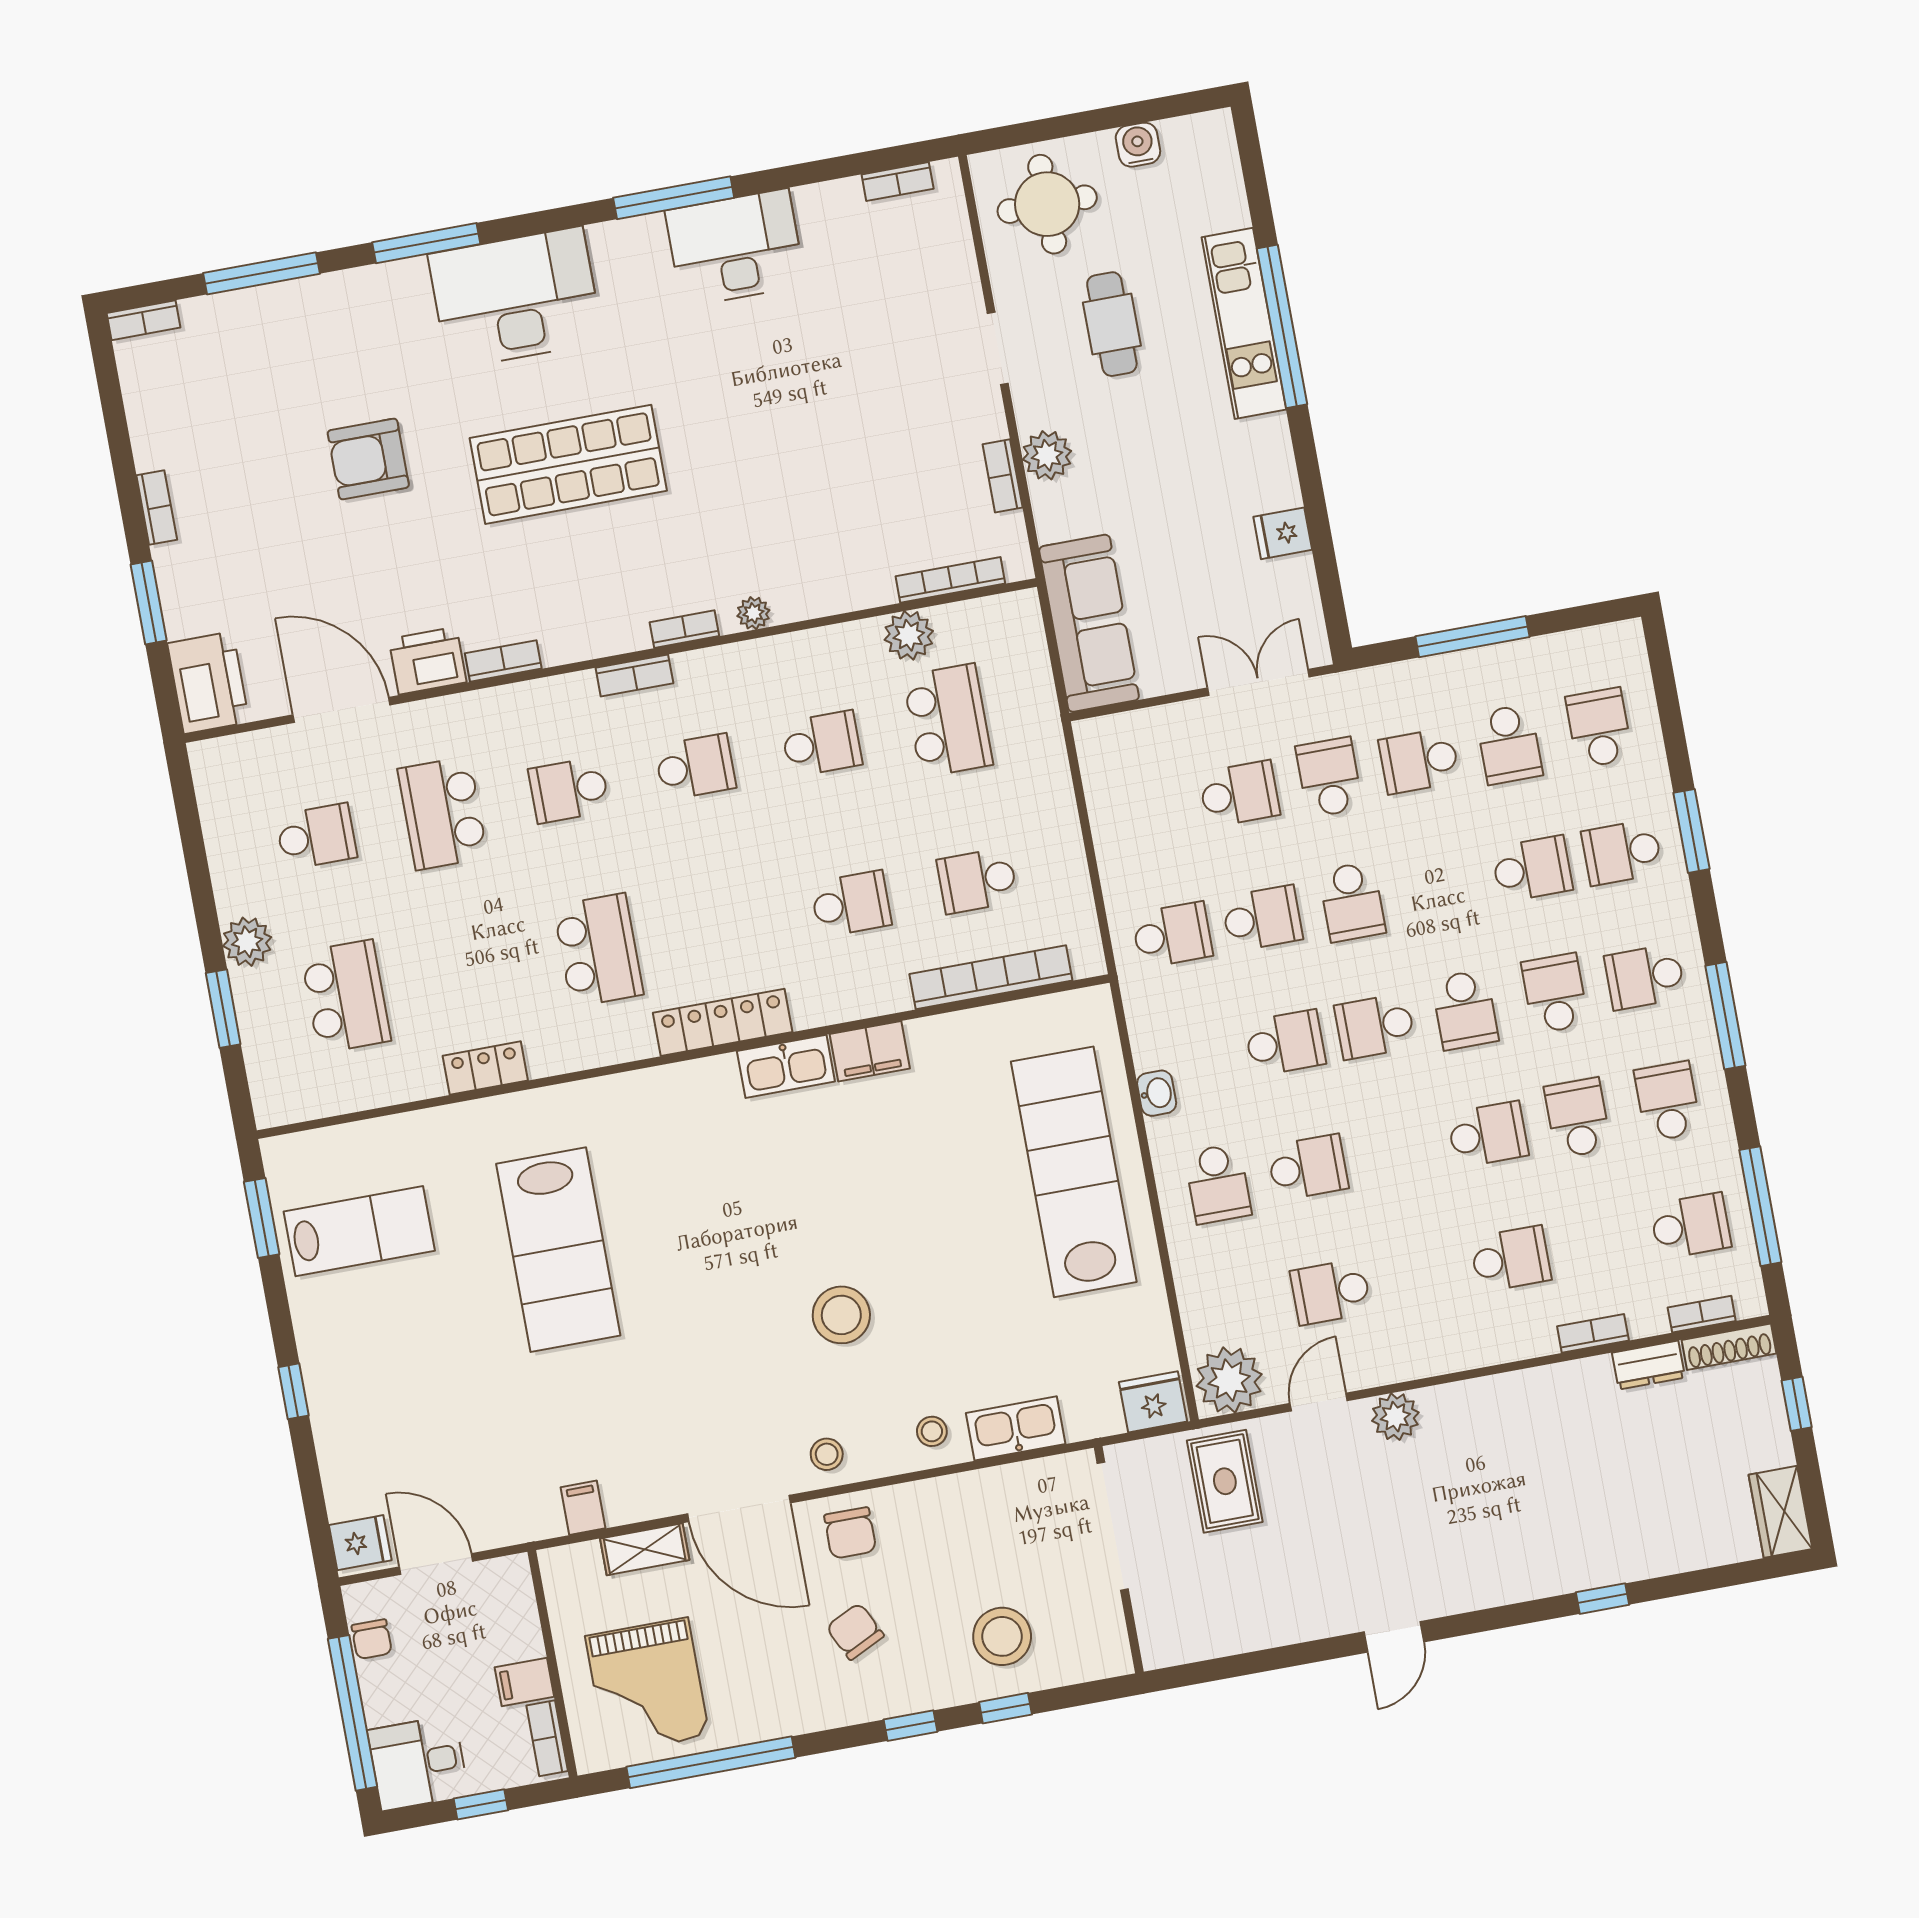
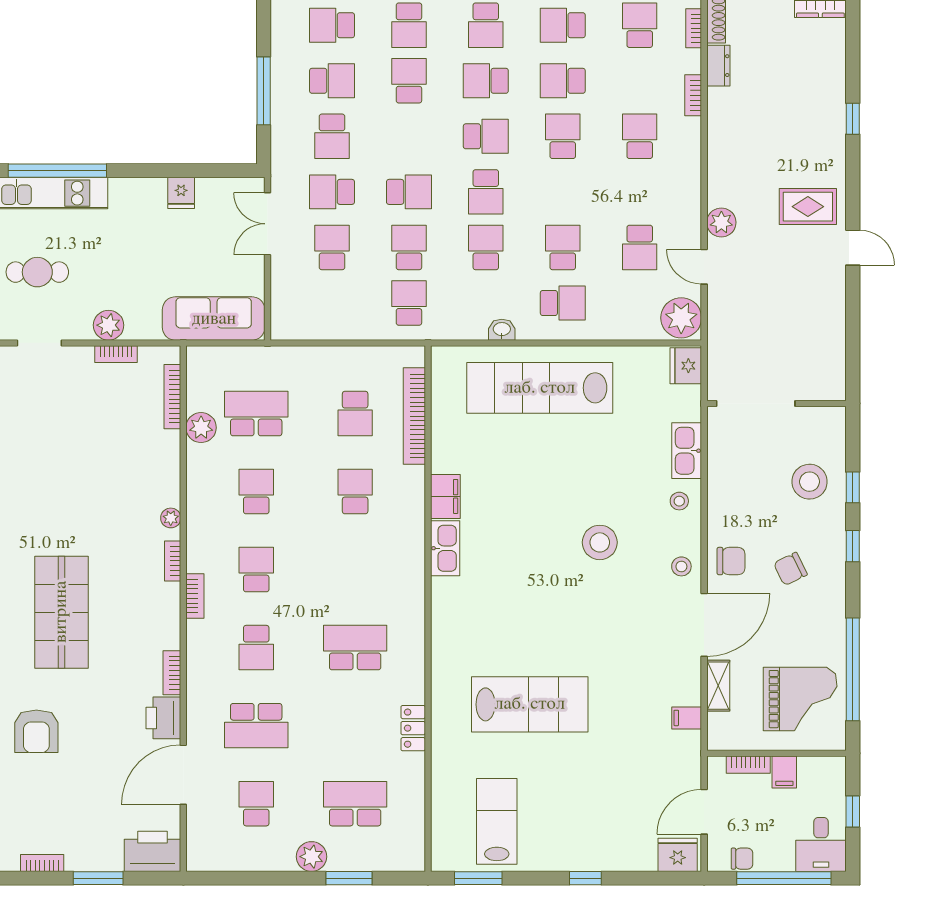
locker: (723, 1022) -> (412, 581), removed
rug: (1225, 1481) -> (808, 207), moved
fridge: (360, 1543) -> (678, 855), width x1.38
bookcase: (547, 1738) -> (748, 765), moved

